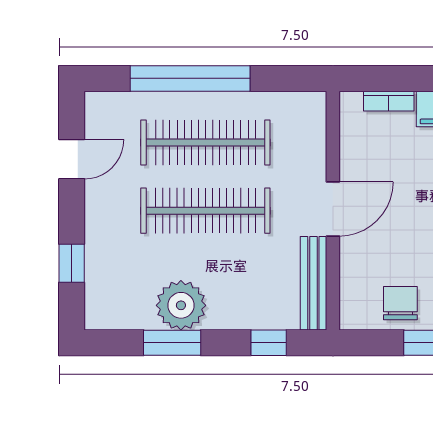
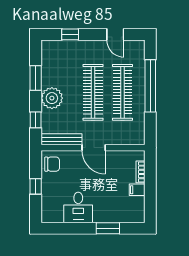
chair: (400, 303) -> (52, 164), moved
plant: (181, 305) -> (52, 98), moved

